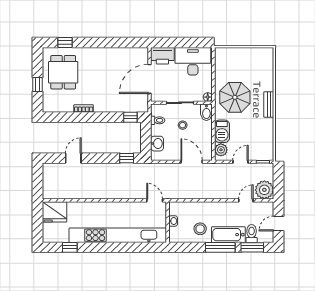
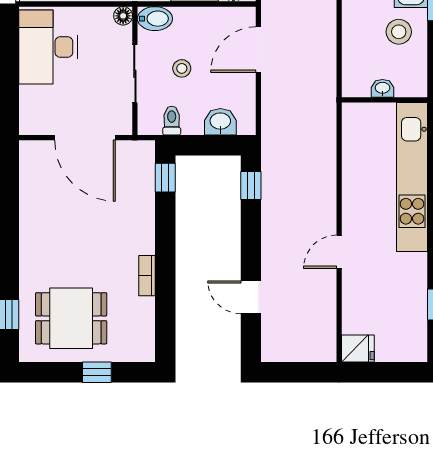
printer: (162, 56) -> (36, 111), removed
door: (155, 200) -> (339, 252), moved
fridge: (54, 212) -> (358, 349), width x0.53, depth x0.75
kitchen unit: (118, 235) -> (412, 177), width x0.73

